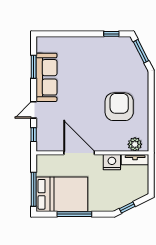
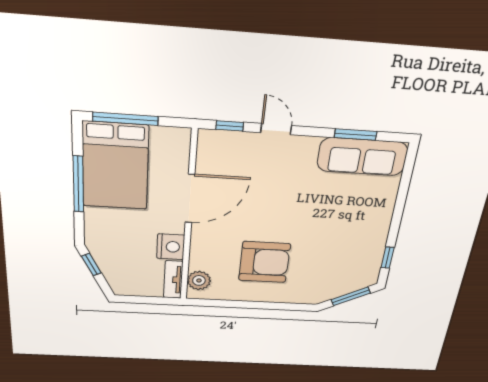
sofa: (47, 77) -> (362, 157), moved

